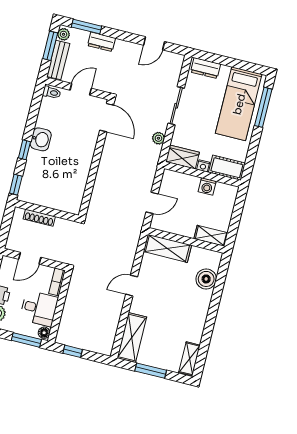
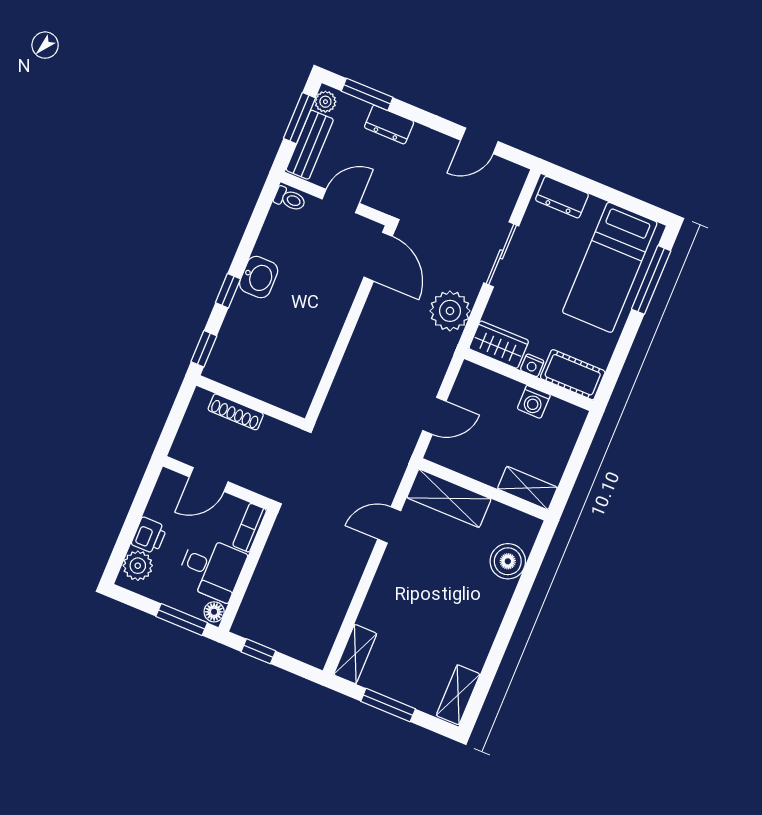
plant: (158, 138) -> (450, 311), width x1.88, depth x1.88
door: (132, 286) -> (389, 525), moved
shelving: (132, 337) -> (355, 654), width x0.67, depth x0.75

